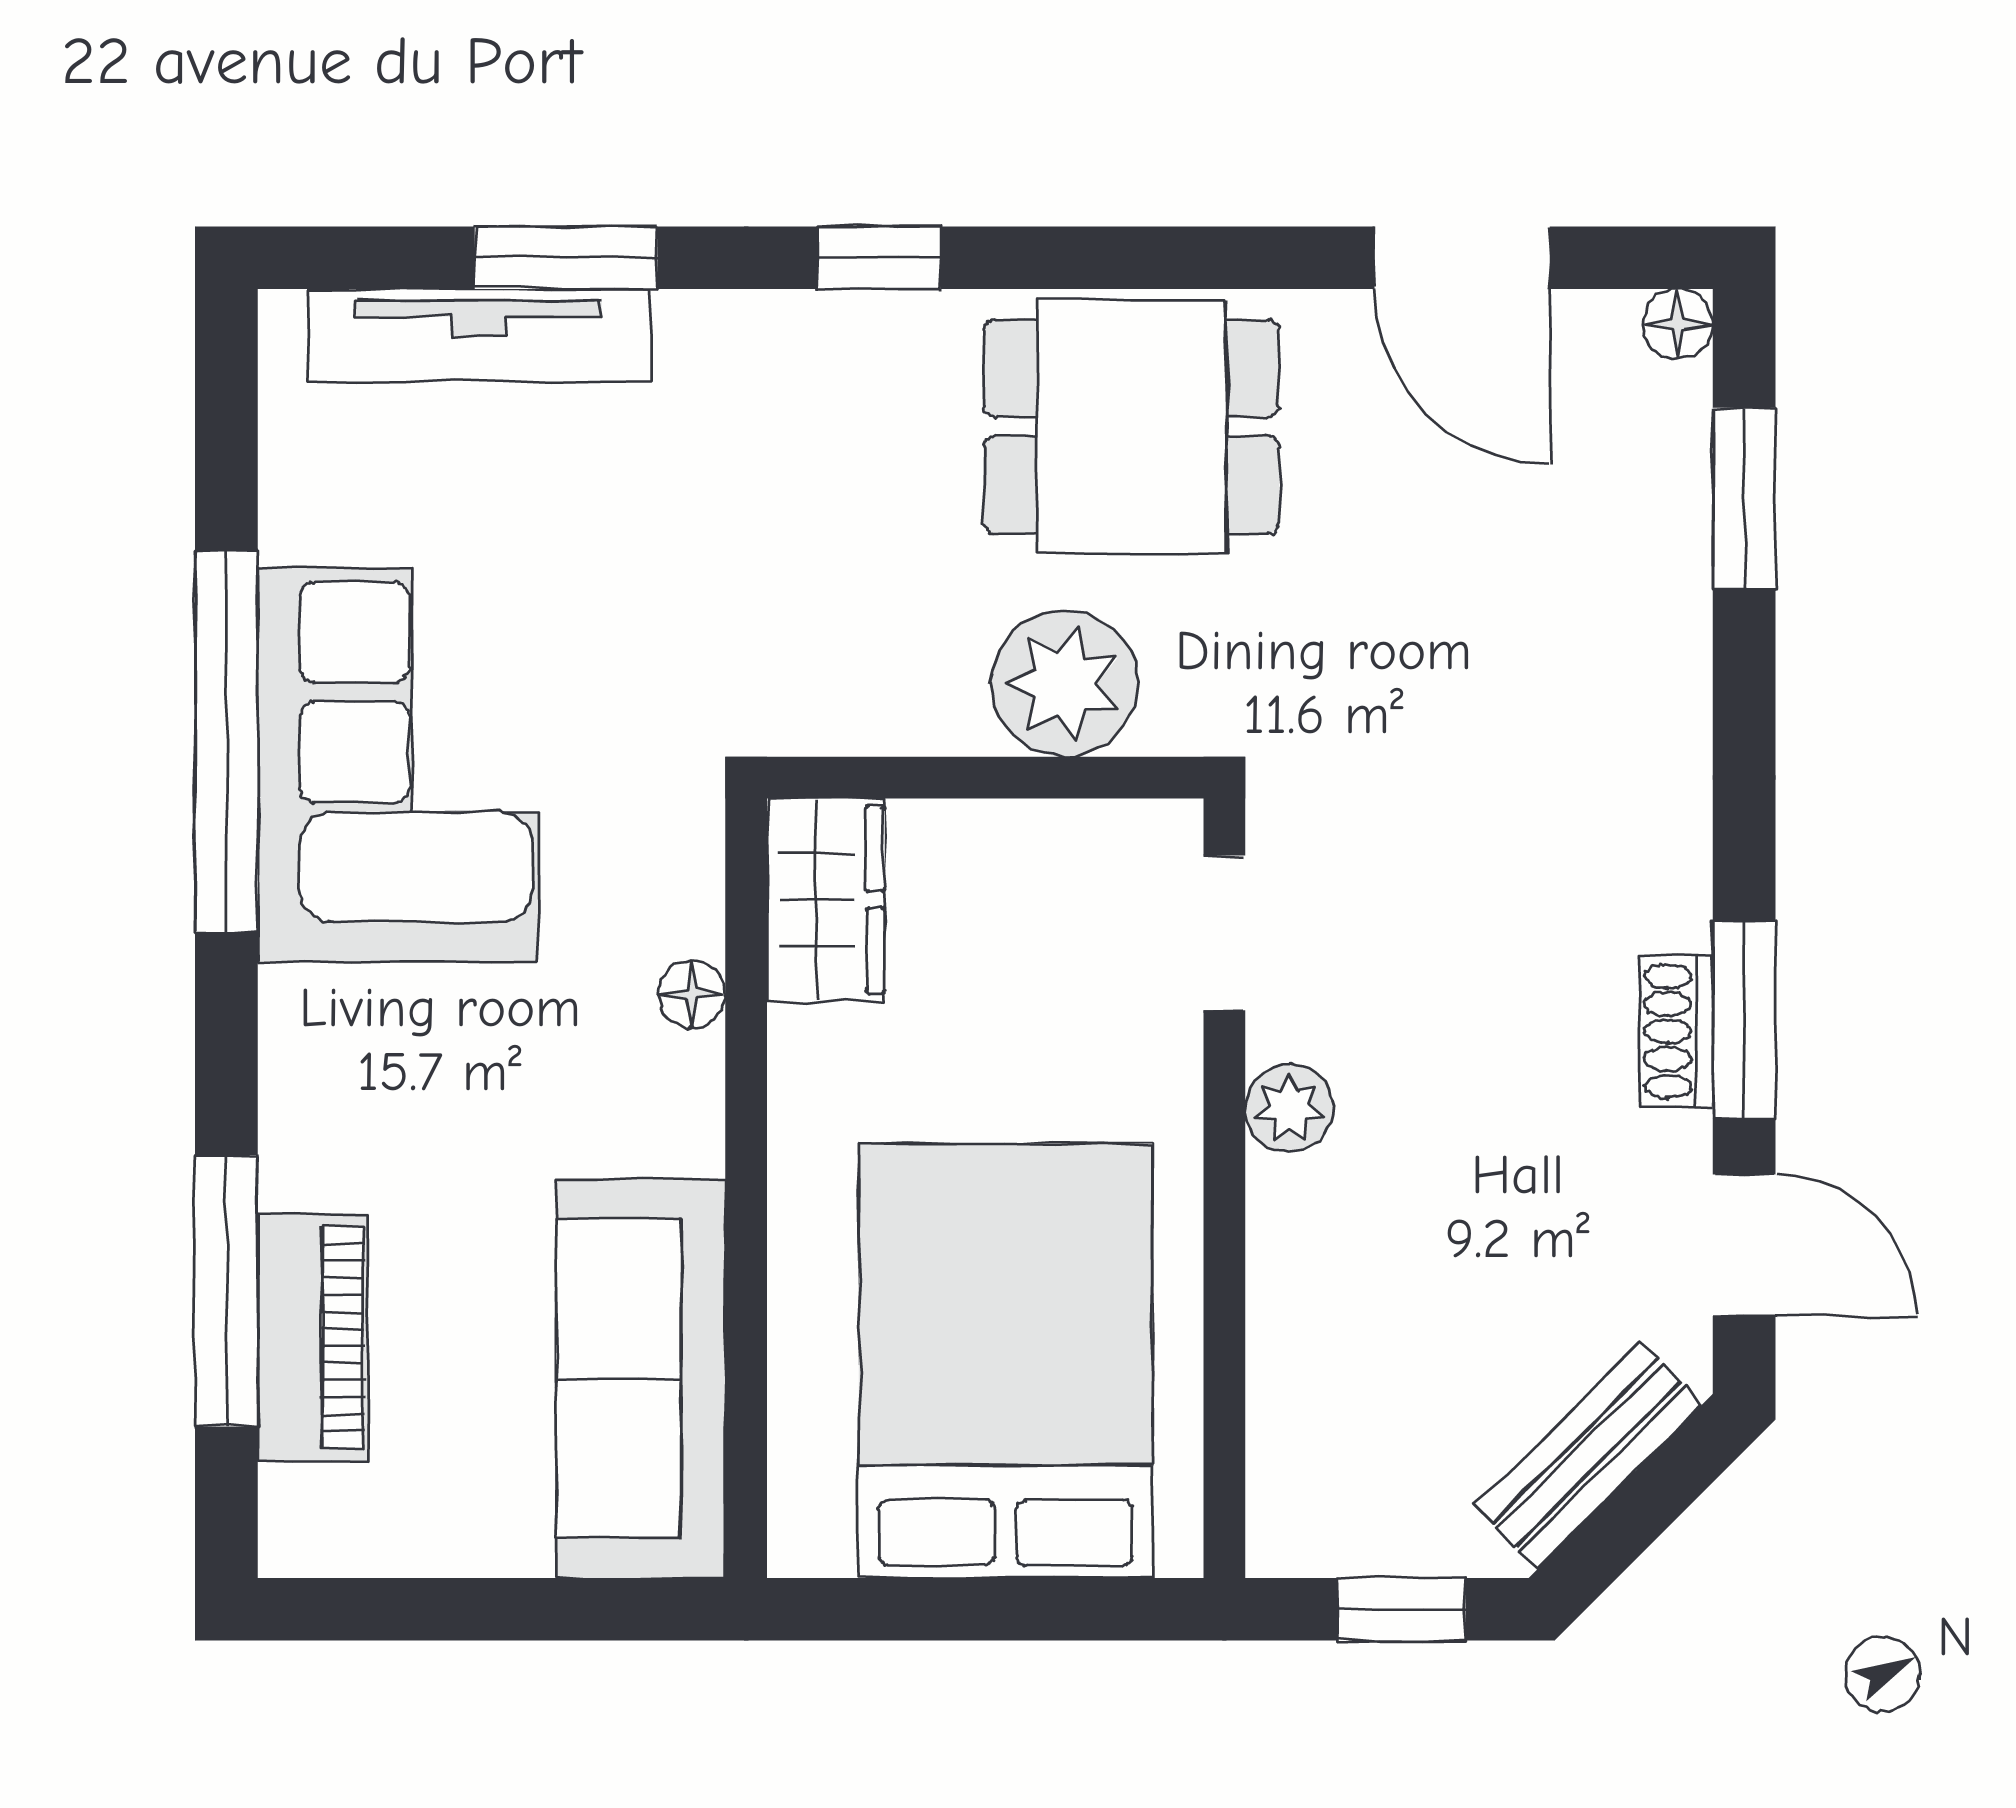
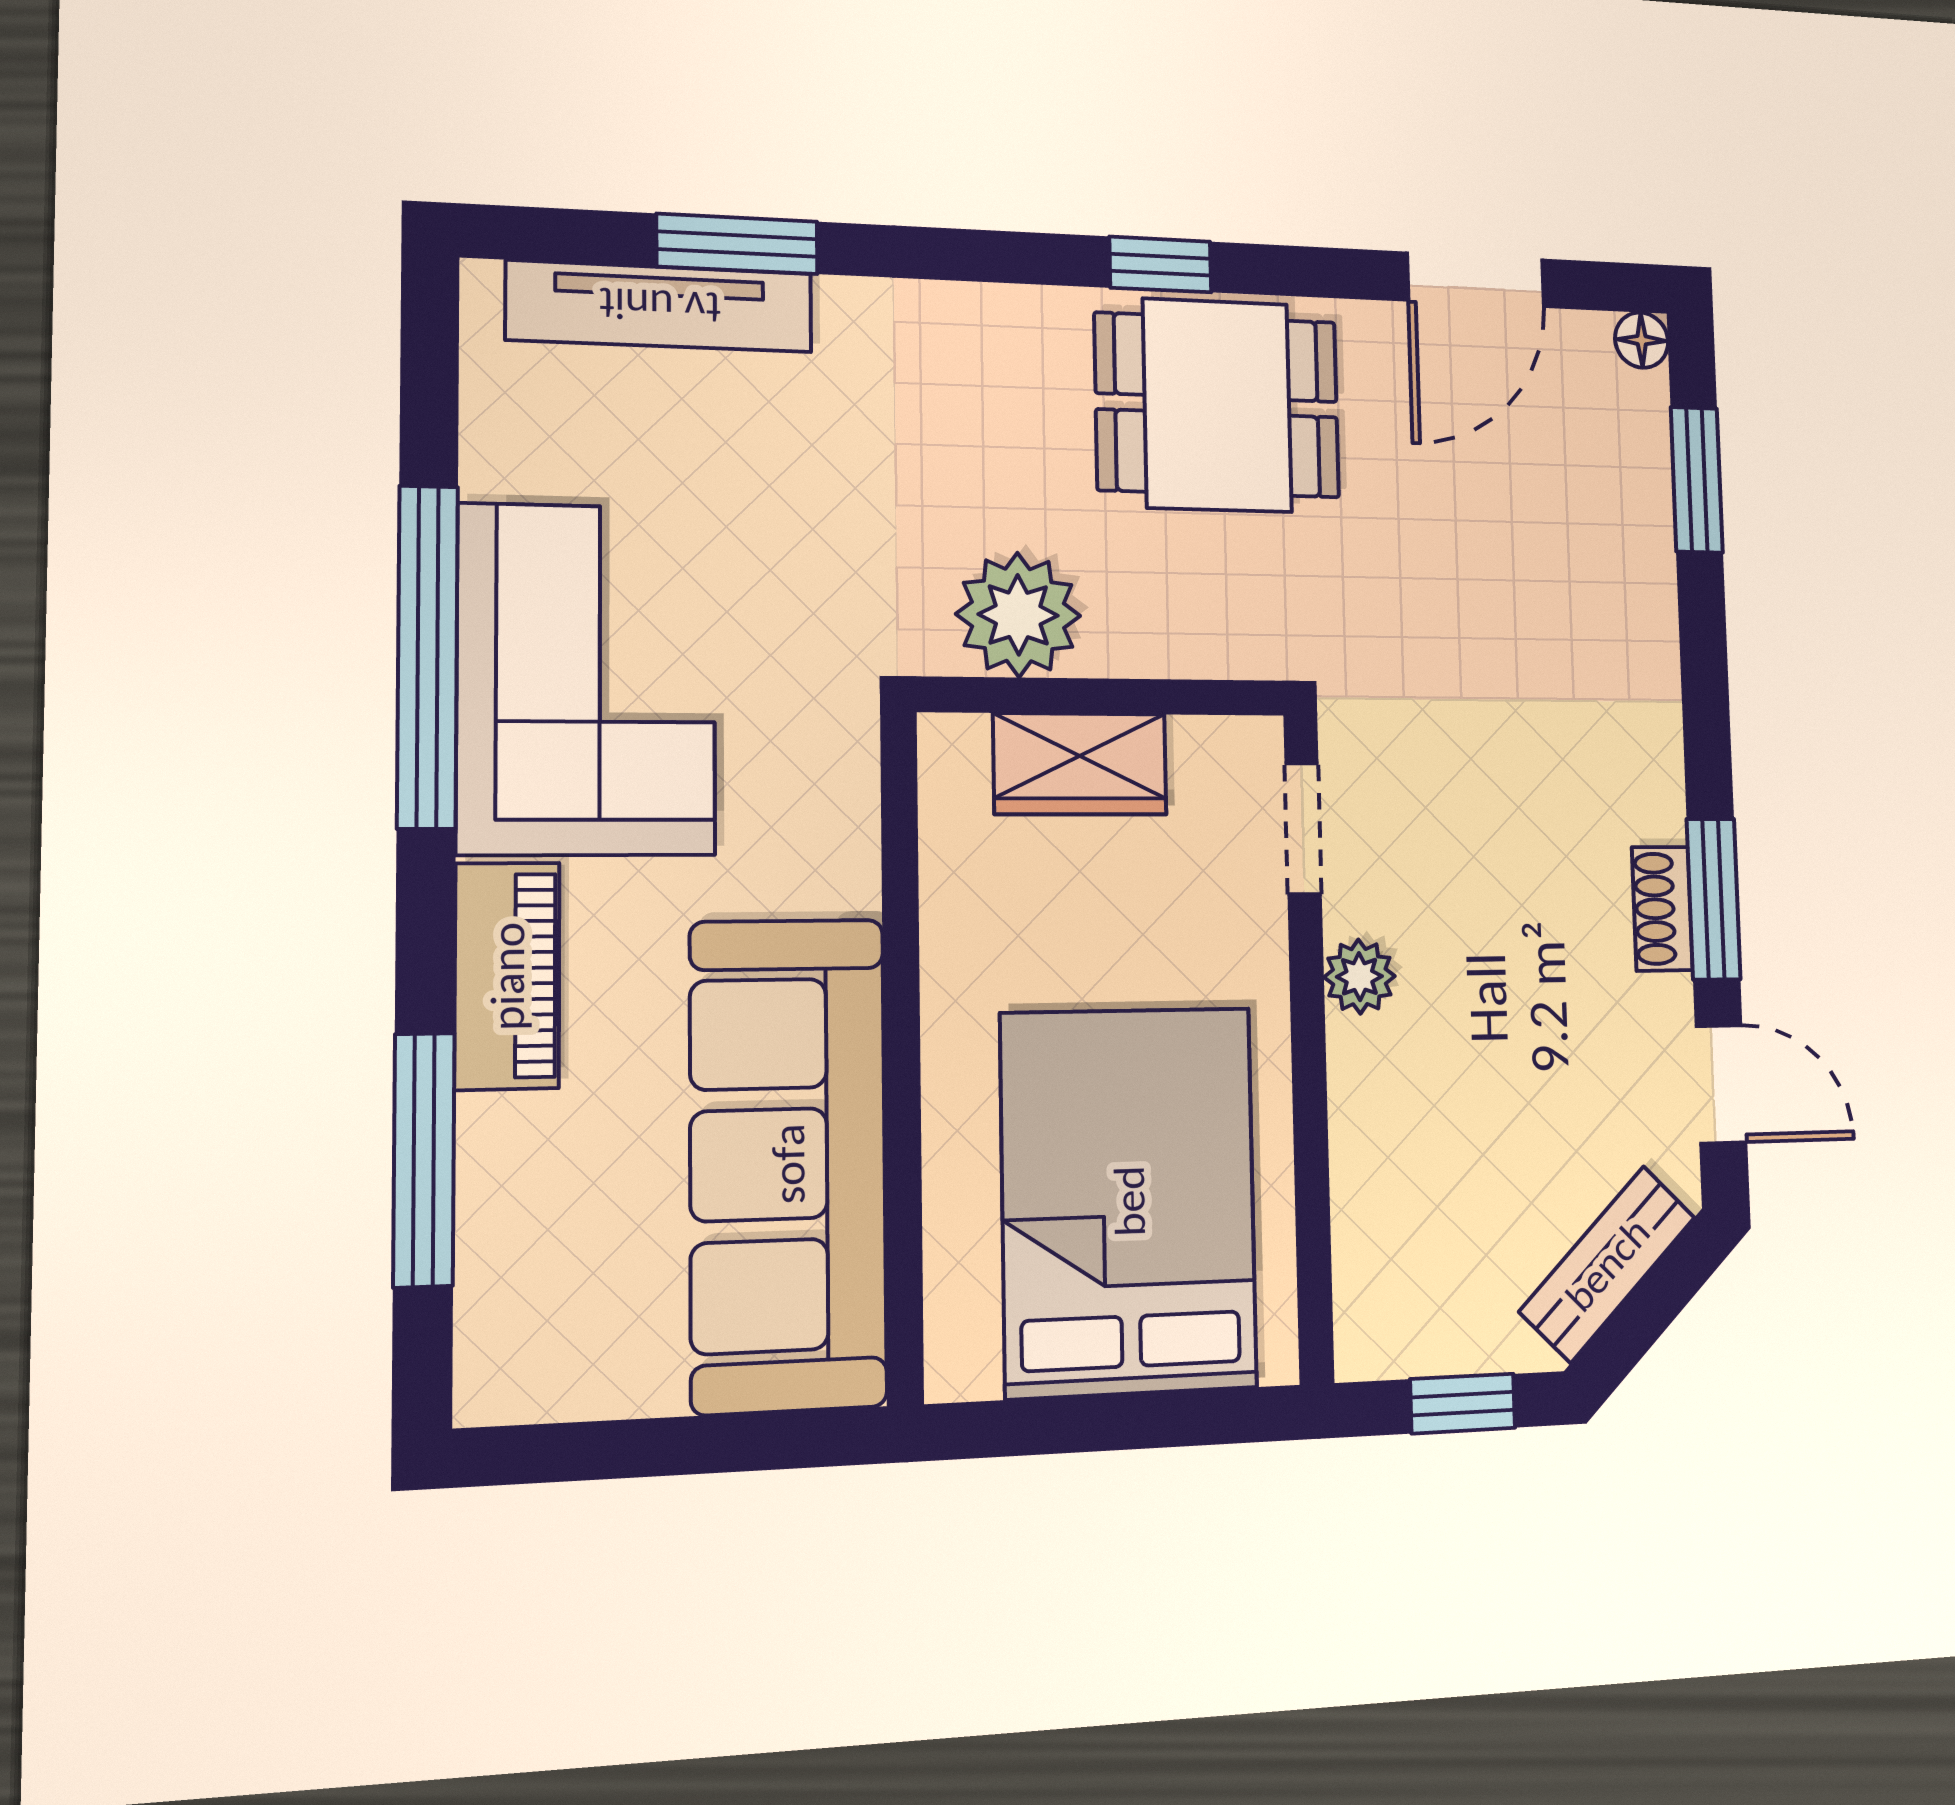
window: (879, 258) -> (1160, 265), moved
door: (1462, 258) -> (1476, 280), hinge flipped
plant: (1065, 683) -> (1018, 615), moved
wardrobe: (826, 900) -> (1080, 764), moved, turned 90
floor lamp: (692, 994) -> (852, 883), removed
piano: (313, 1337) -> (507, 976), moved
sofa: (641, 1379) -> (788, 1164), width x1.36, depth x1.27

